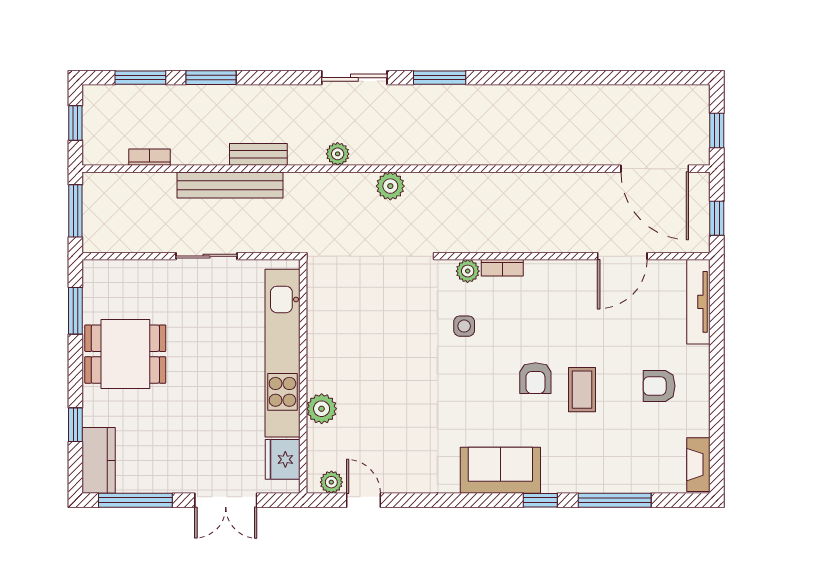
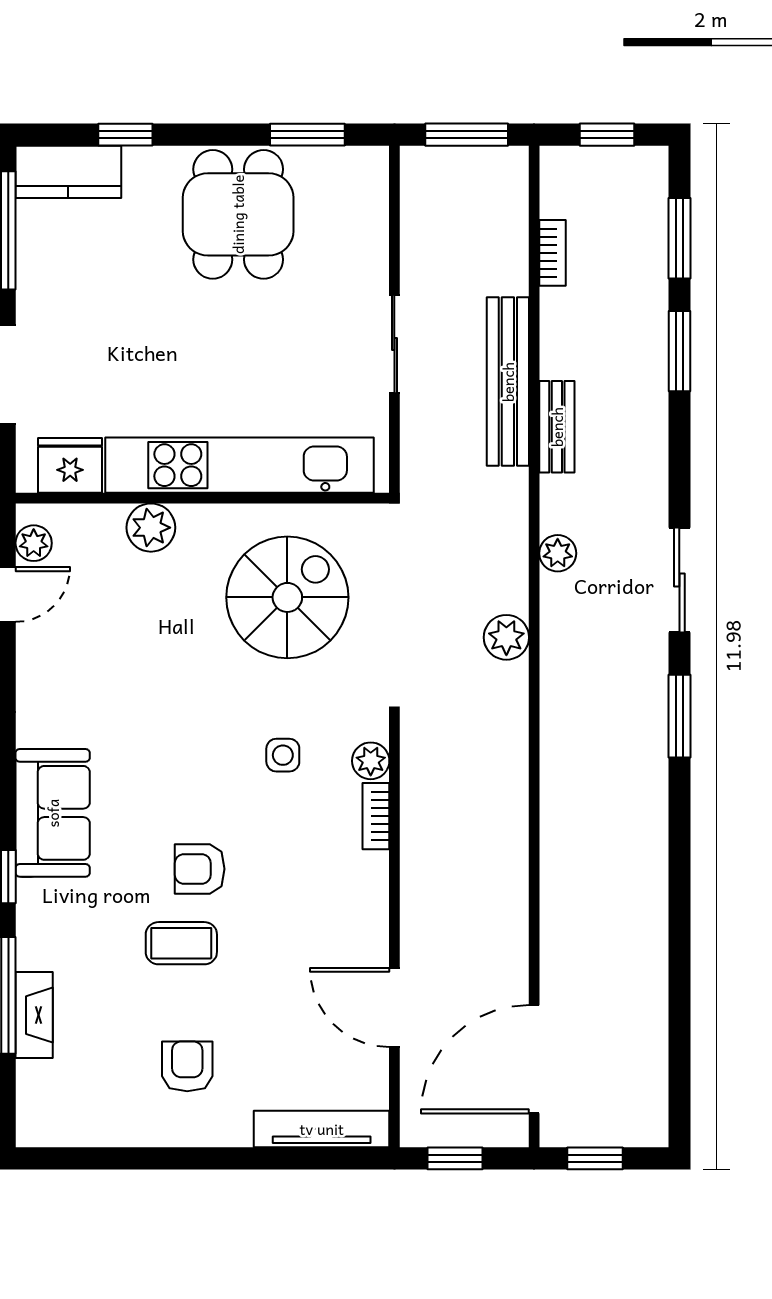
spiral stairs: (365, 323) -> (287, 597), added
fireplace: (698, 465) -> (34, 1015), moved, turned 90

